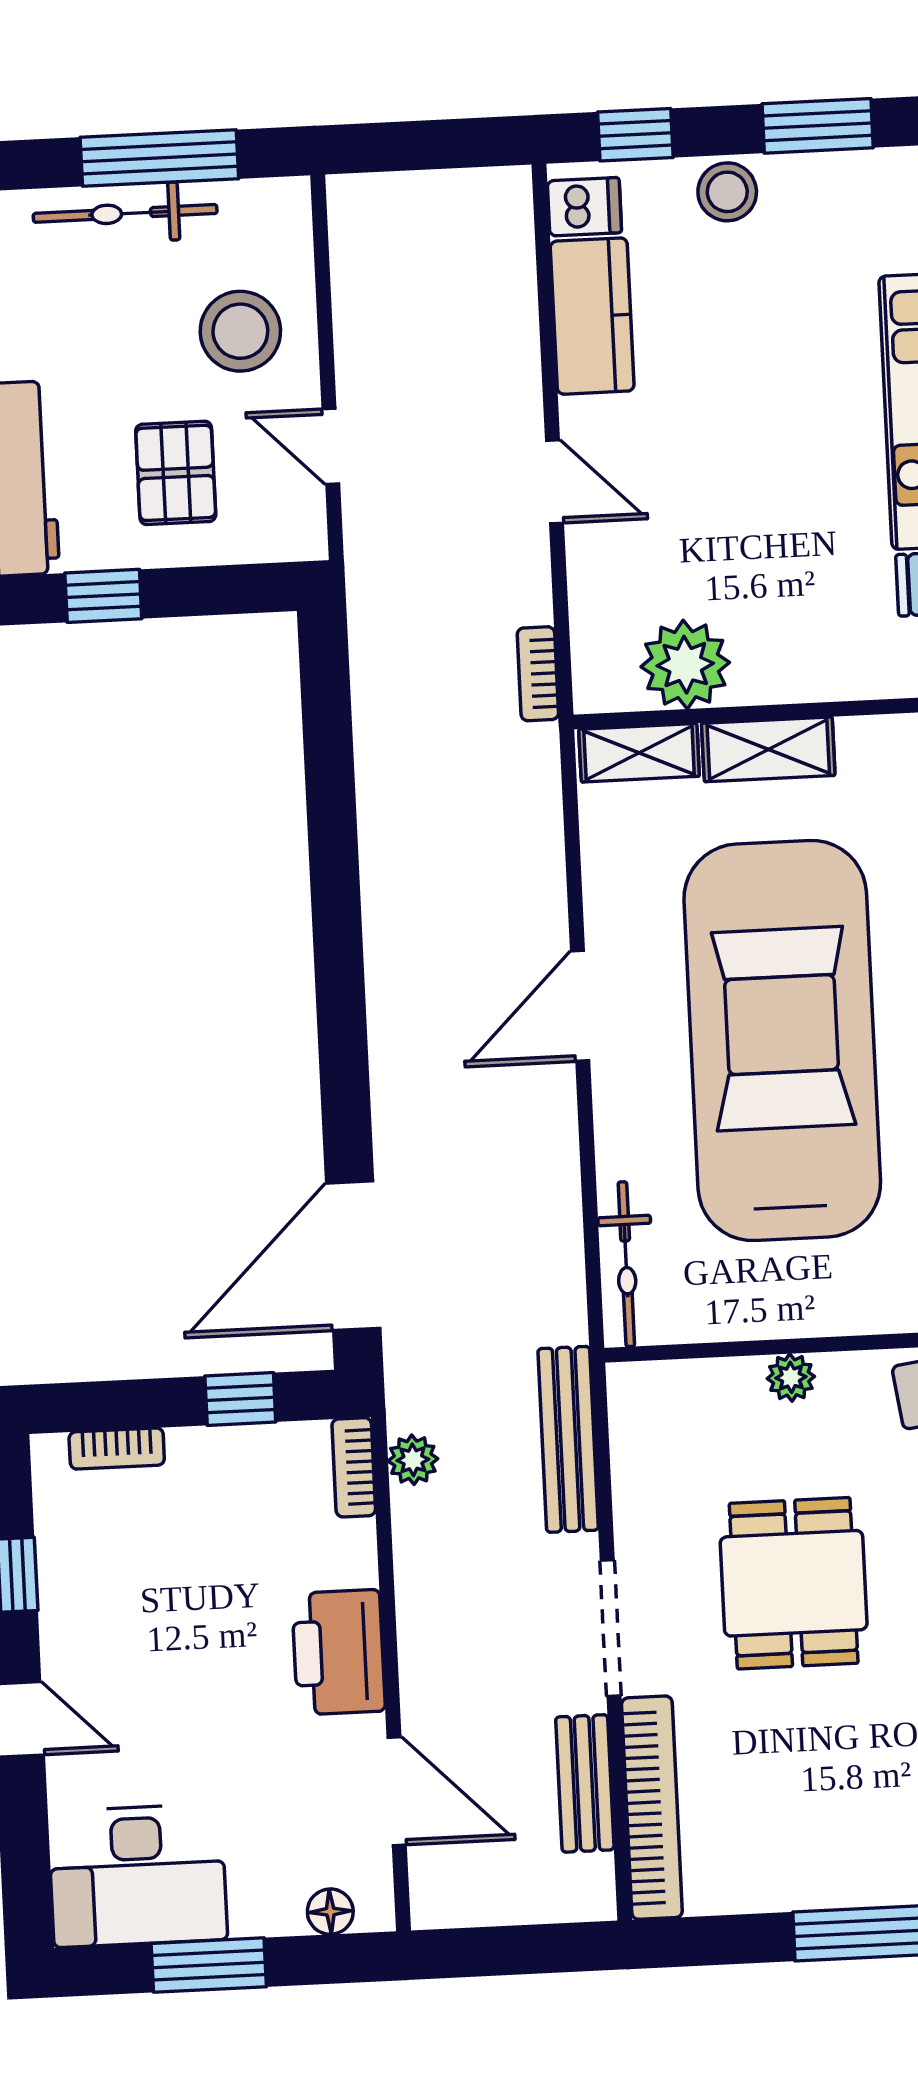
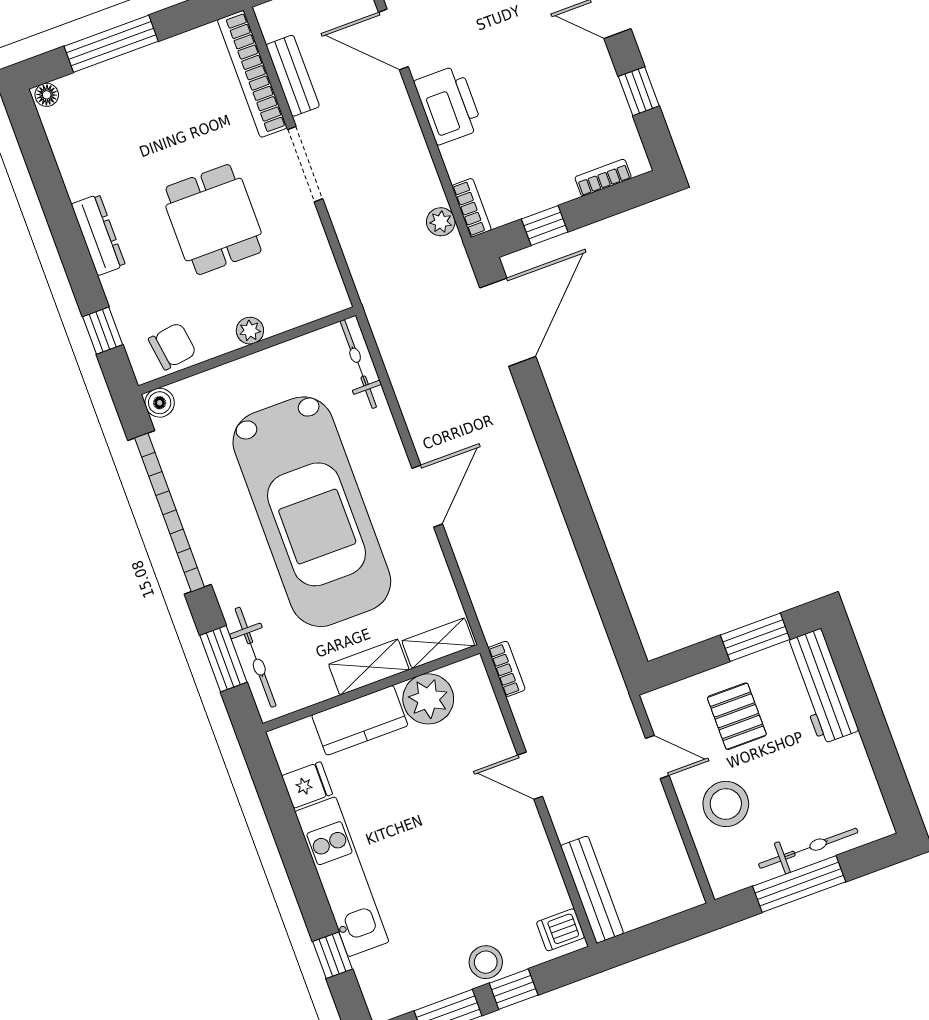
window: (635, 135) -> (514, 989), moved
kitchen counter: (592, 316) -> (360, 720), moved, turned -90
window: (103, 596) -> (755, 637), width x1.50
bench: (568, 1439) -> (592, 890), moved

